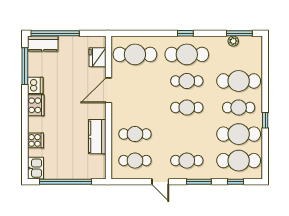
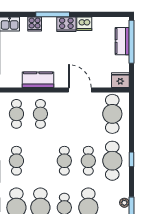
kitchen counter: (43, 44) -> (122, 41), moved
fridge: (98, 57) -> (120, 80), moved
window: (25, 66) -> (53, 14), moved

